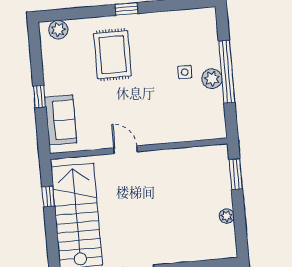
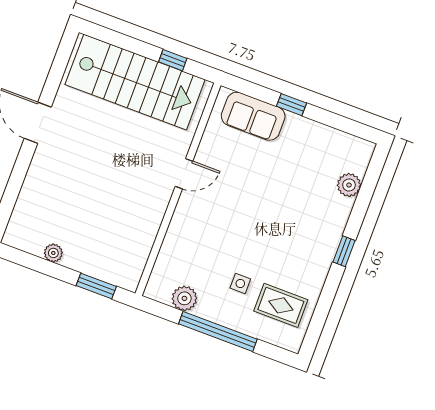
plant: (58, 30) -> (349, 185), moved
rug: (113, 55) -> (281, 305), moved, width x0.73, depth x0.70
plant: (212, 79) -> (184, 298), moved

